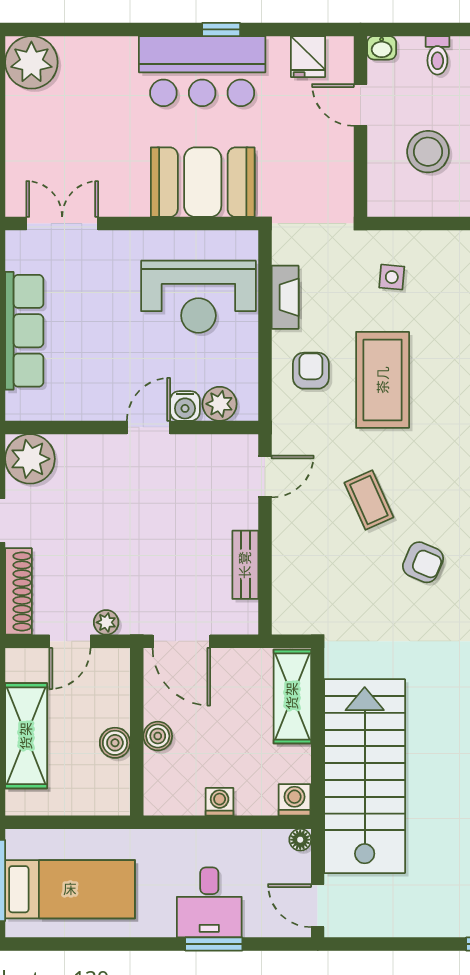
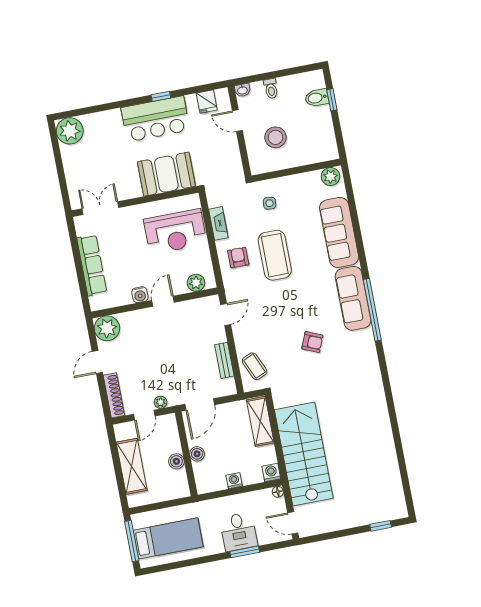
water cooler: (185, 406) -> (140, 295), moved
coffee table: (369, 500) -> (255, 366), moved
door: (181, 641) -> (200, 405), hinge flipped

